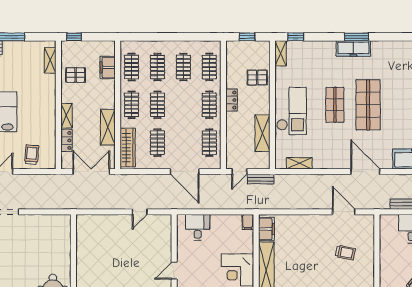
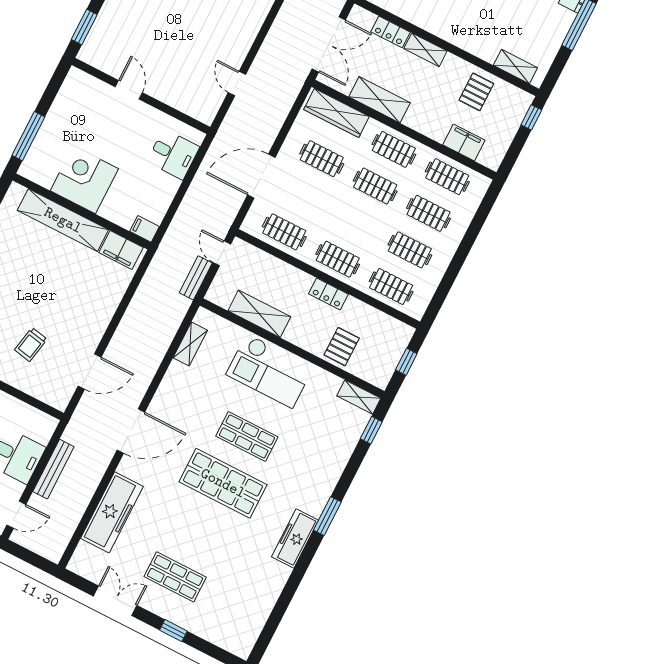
freezer: (353, 49) -> (295, 538), moved

